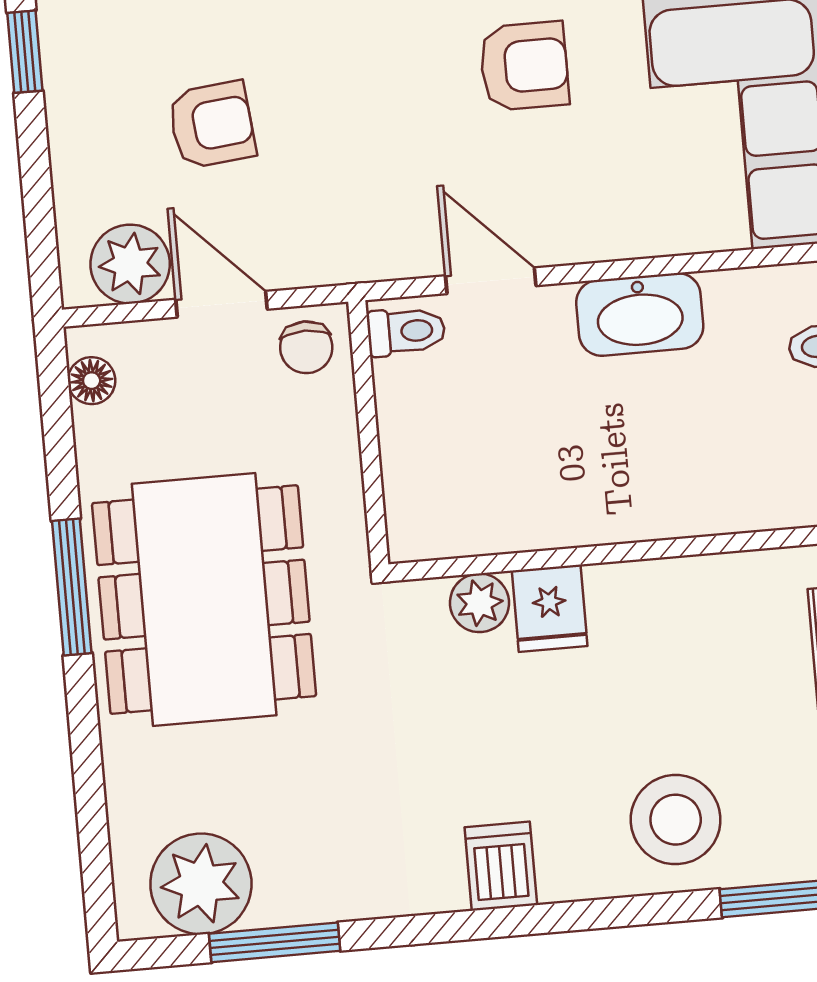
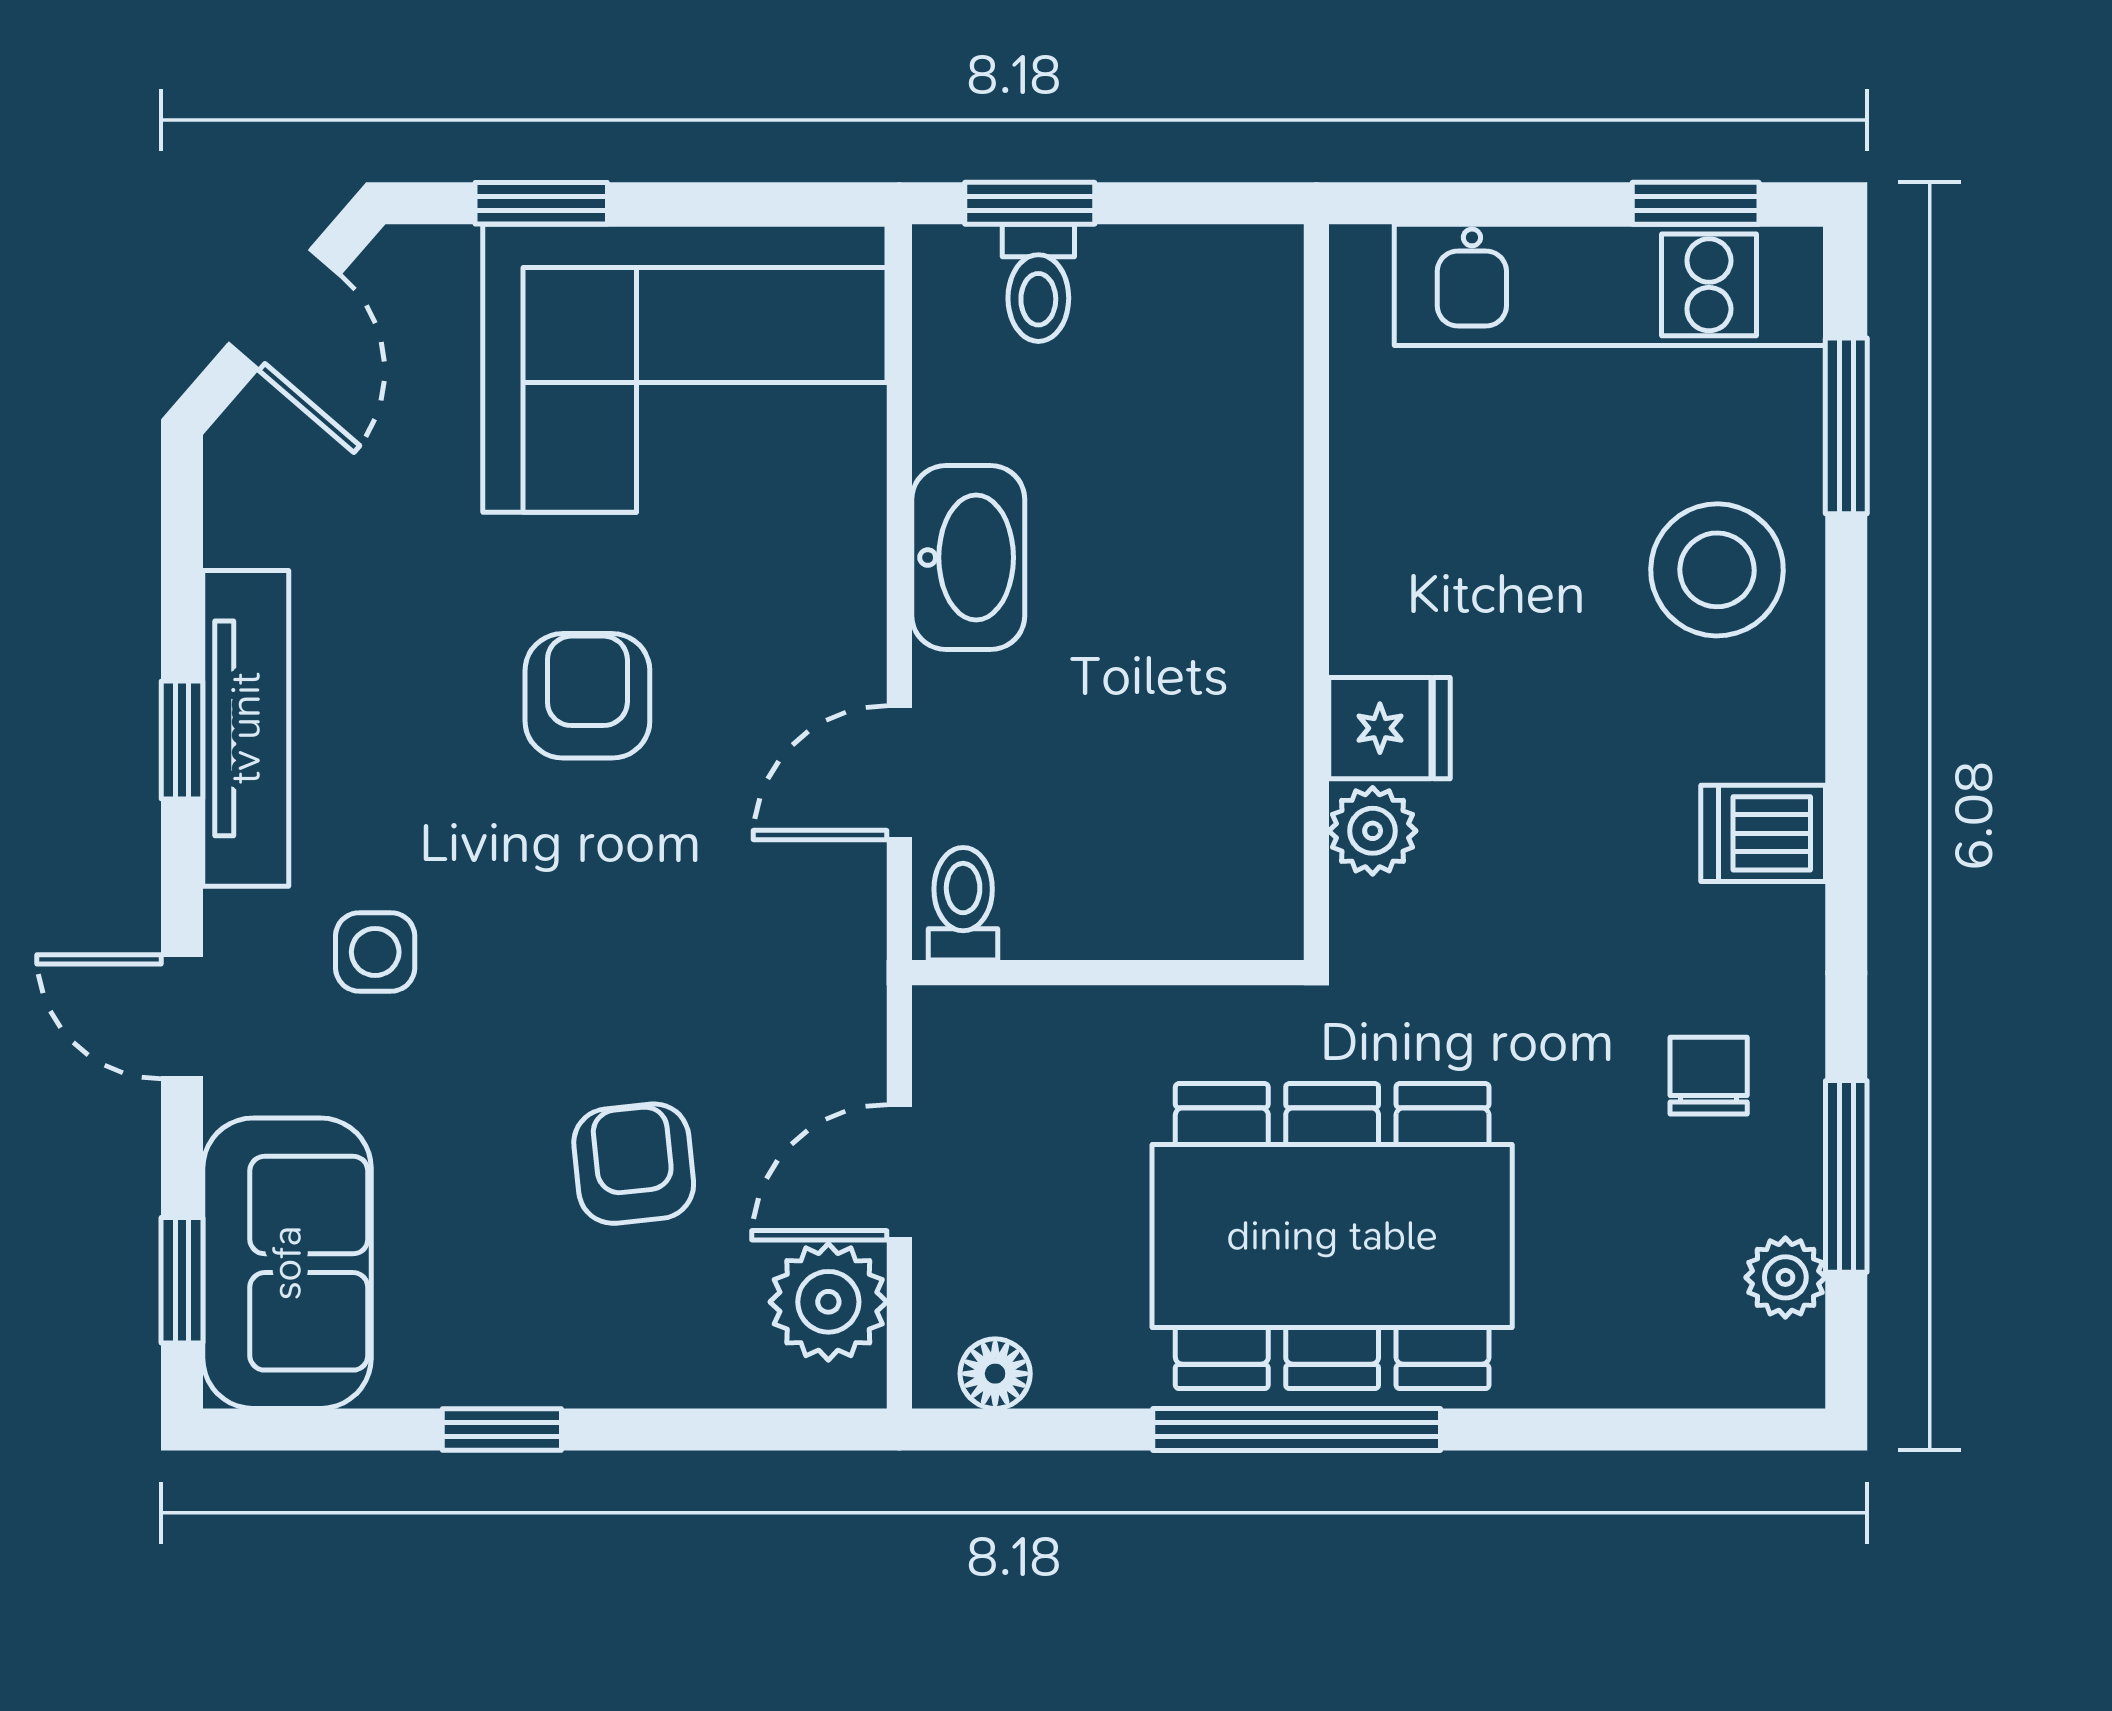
chair: (306, 347) -> (1709, 1076), moved, turned -90
window: (72, 587) -> (1297, 1429), width x1.44
plant: (201, 884) -> (1785, 1277), width x0.53, depth x0.53

